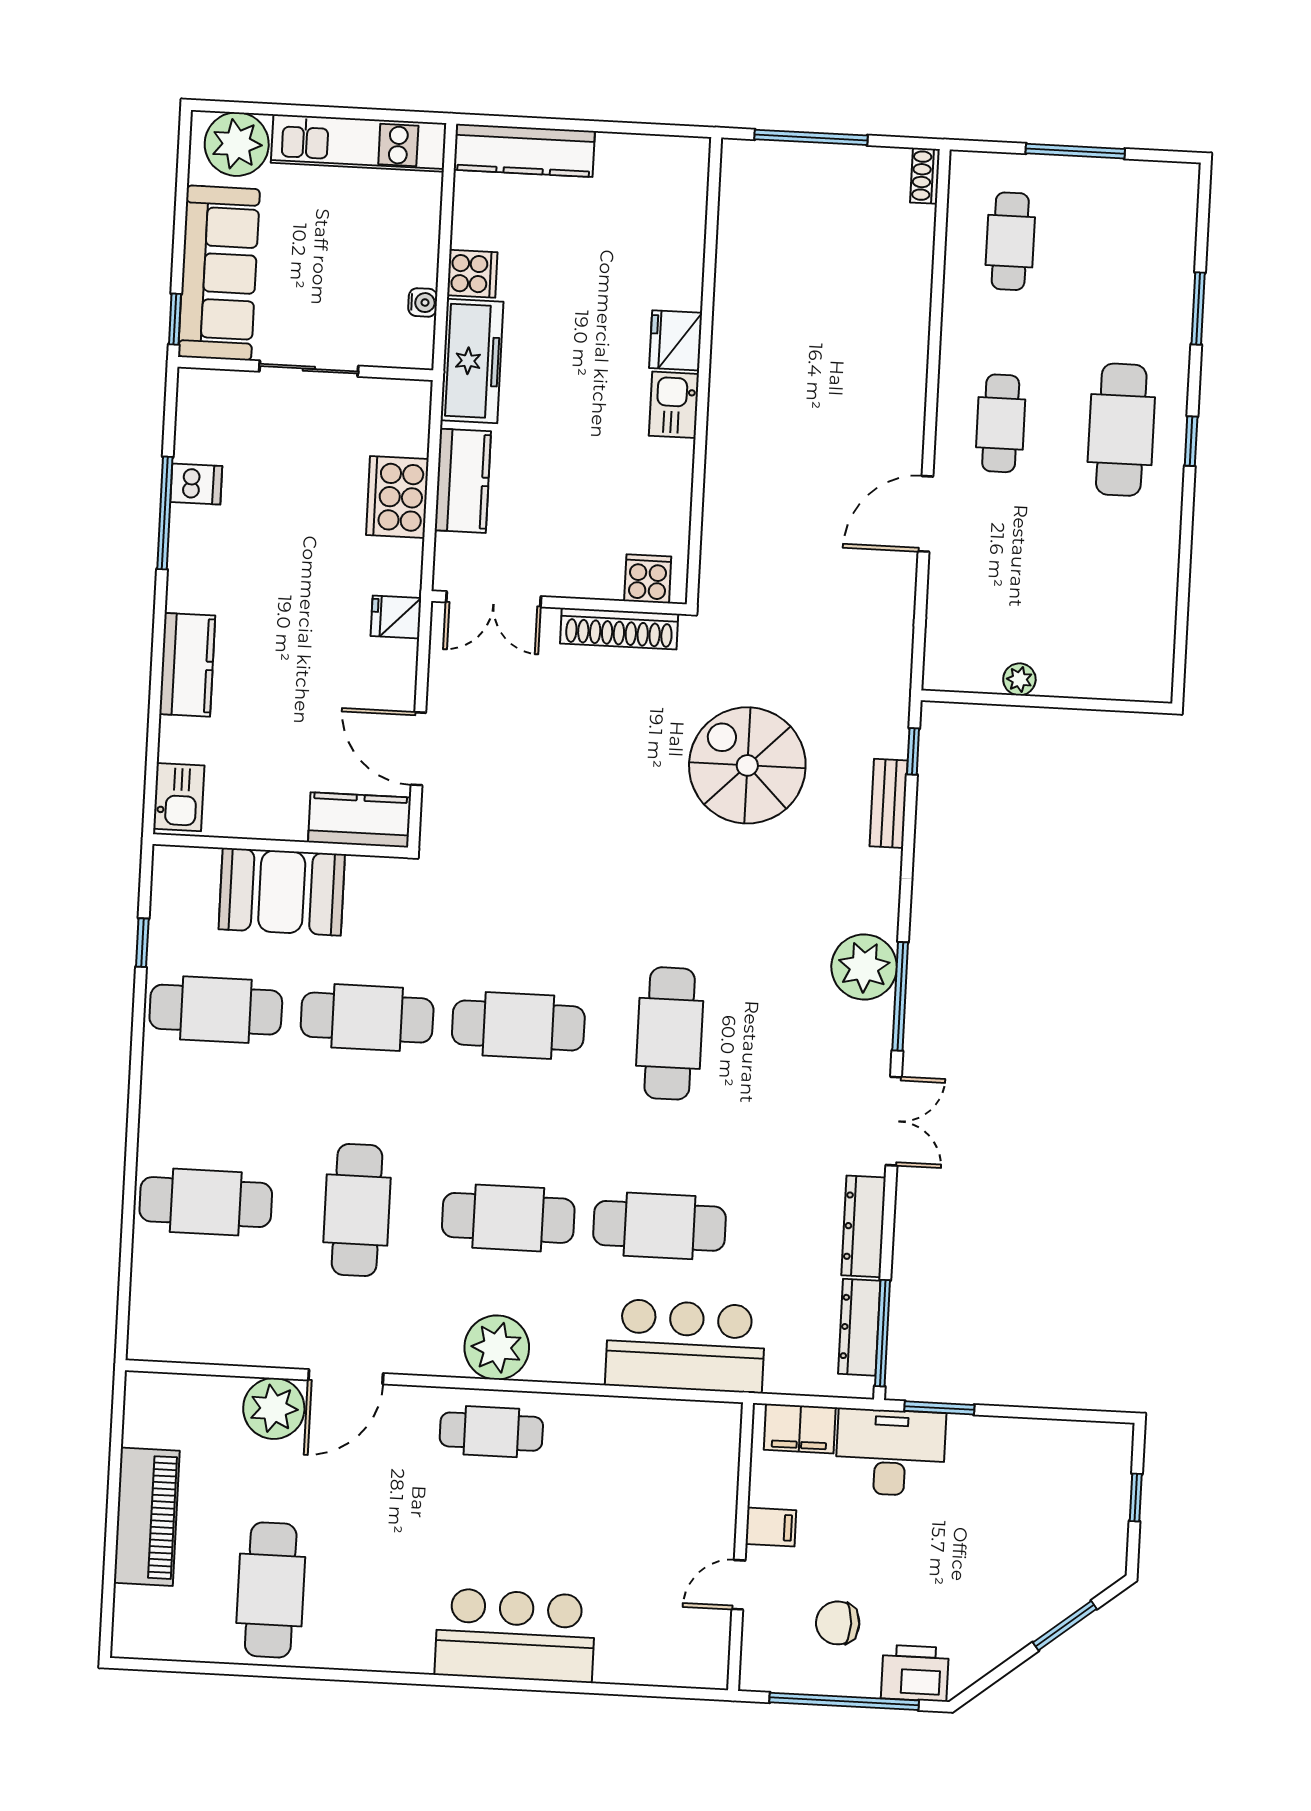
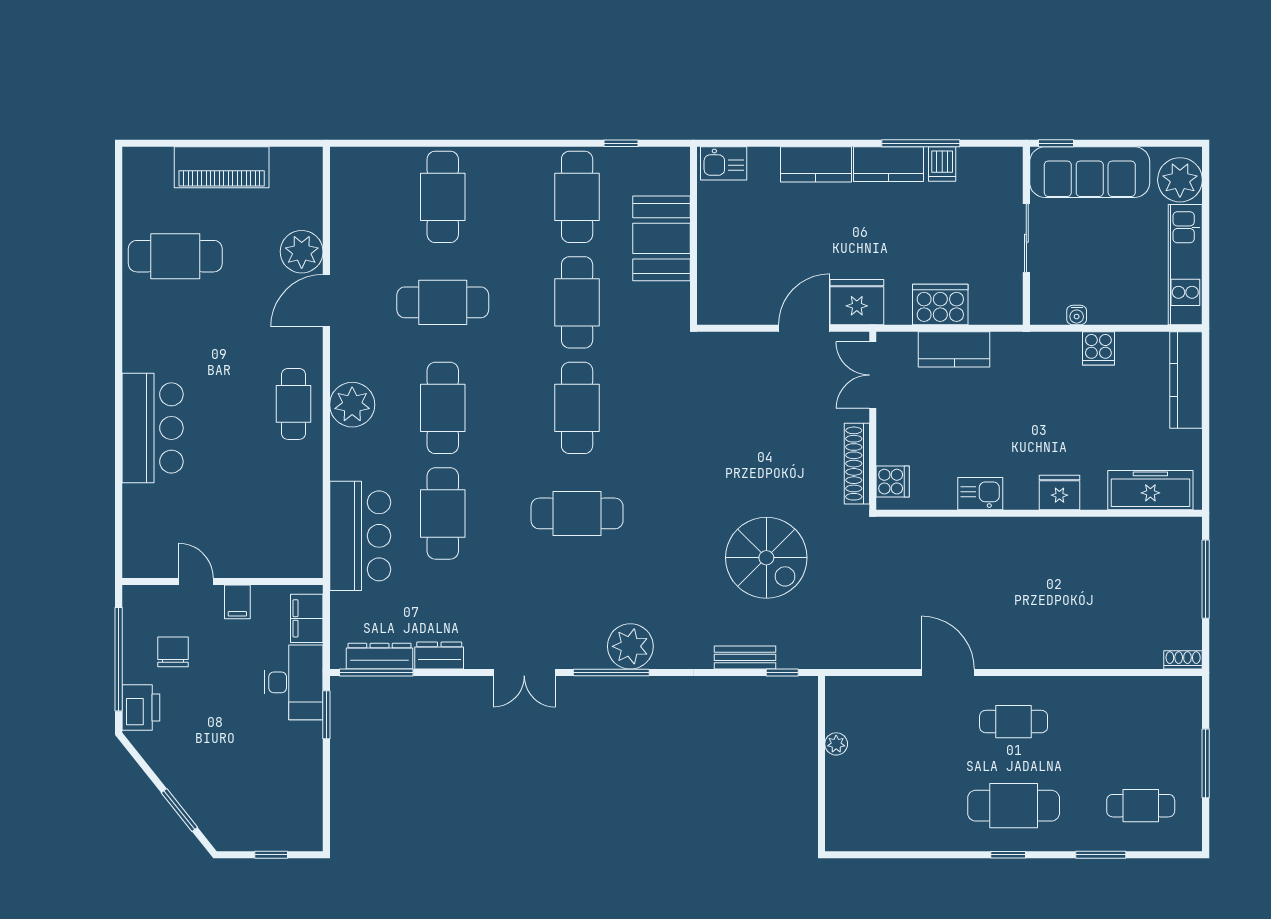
cafe table: (1010, 241) -> (1141, 806), moved
freezer: (472, 361) -> (1150, 490), moved, turned 180
kitchen sink: (674, 405) -> (980, 494), moved
fridge: (396, 617) -> (857, 302), width x1.88, depth x1.34
door: (418, 749) -> (804, 328), moved
spiral stairs: (747, 765) -> (766, 558), turned 90
kitchen counter: (359, 820) -> (889, 164), moved, turned 90
dresser: (864, 1226) -> (439, 655), width x0.70
door: (346, 1377) -> (326, 301), hinge flipped

